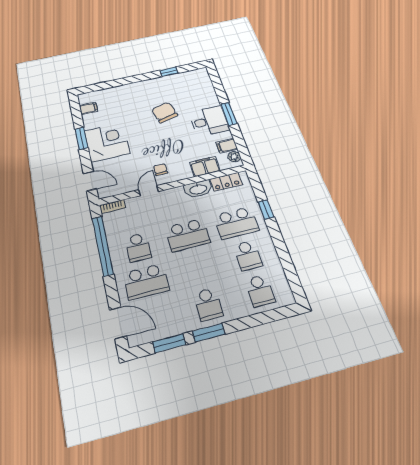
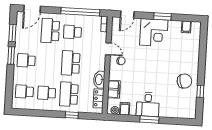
chair: (165, 112) -> (184, 81), moved

